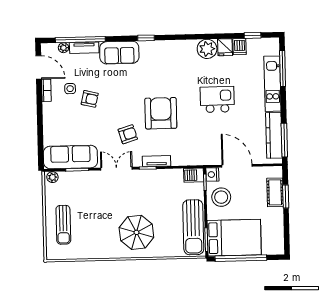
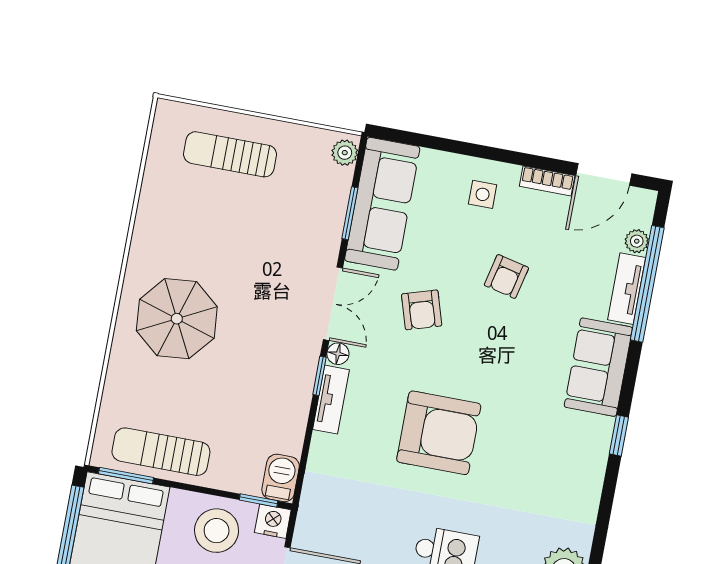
side table: (70, 89) -> (483, 194), moved
armchair: (128, 134) -> (422, 310), moved
floor lamp: (137, 162) -> (338, 354), added
sun lounger: (193, 227) -> (161, 452), width x0.73, depth x0.75

